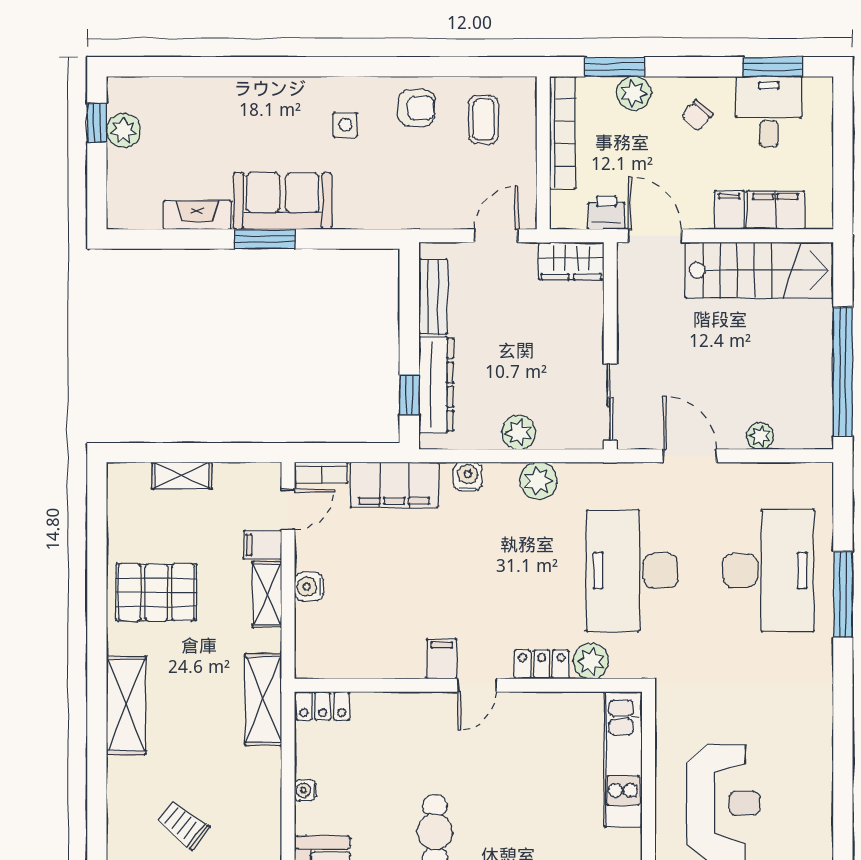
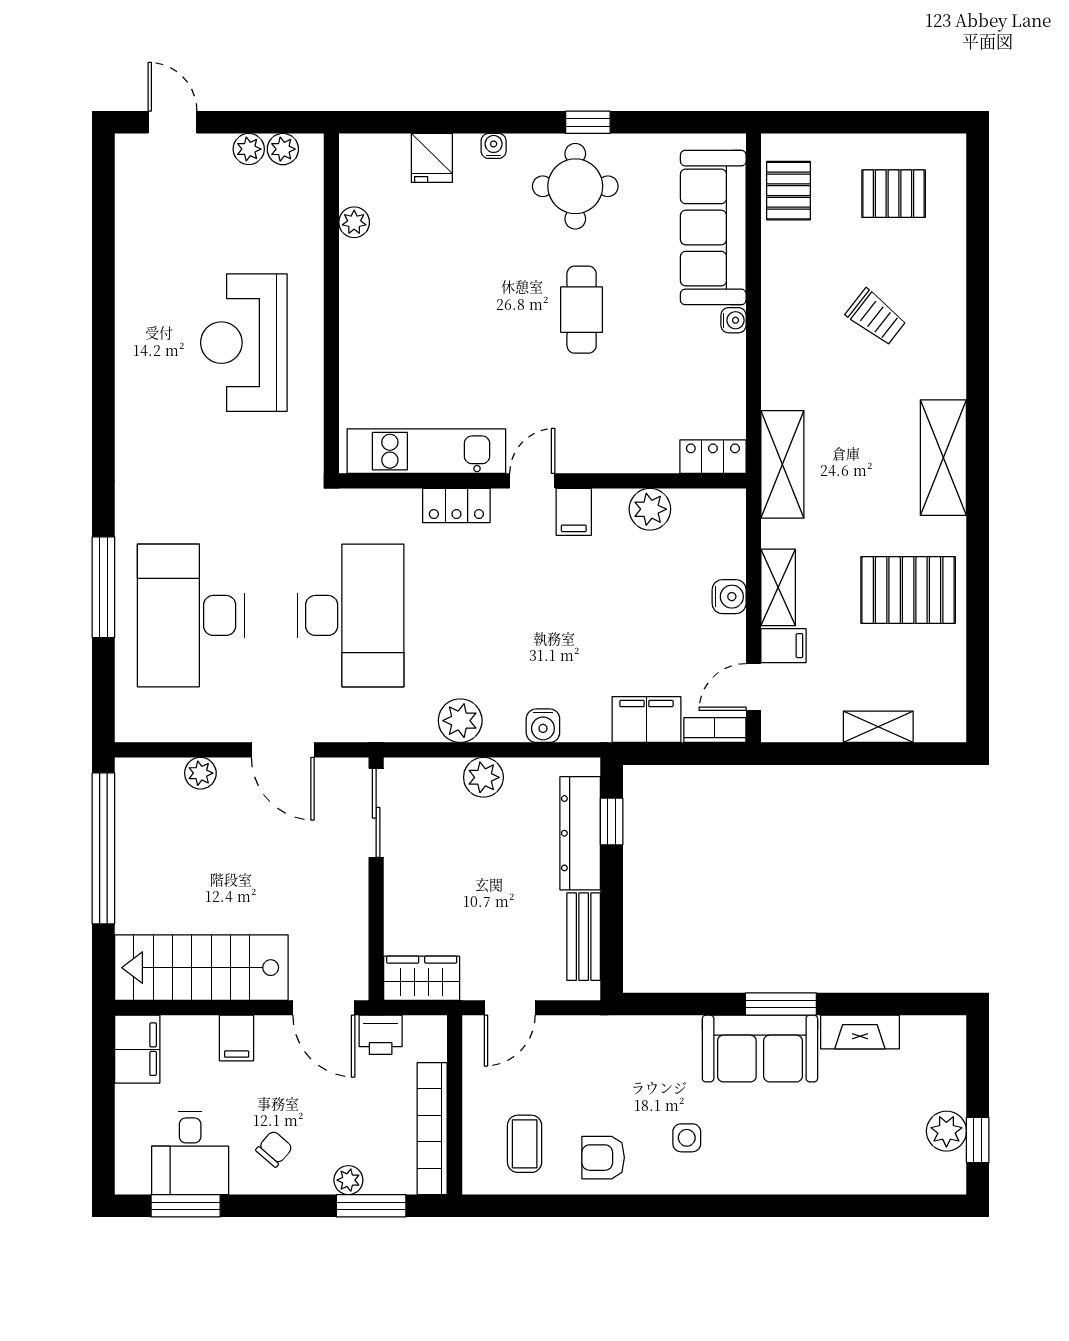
plant: (634, 93) -> (348, 1180), width x0.73, depth x0.73
filing cabinet: (775, 210) -> (137, 1049), moved, turned -90
filing cabinet: (394, 485) -> (646, 720), width x0.67, depth x0.86
plant: (591, 661) -> (650, 509), moved
kitchen unit: (623, 759) -> (426, 451), moved, turned -90
water cooler: (305, 790) -> (733, 320), moved

